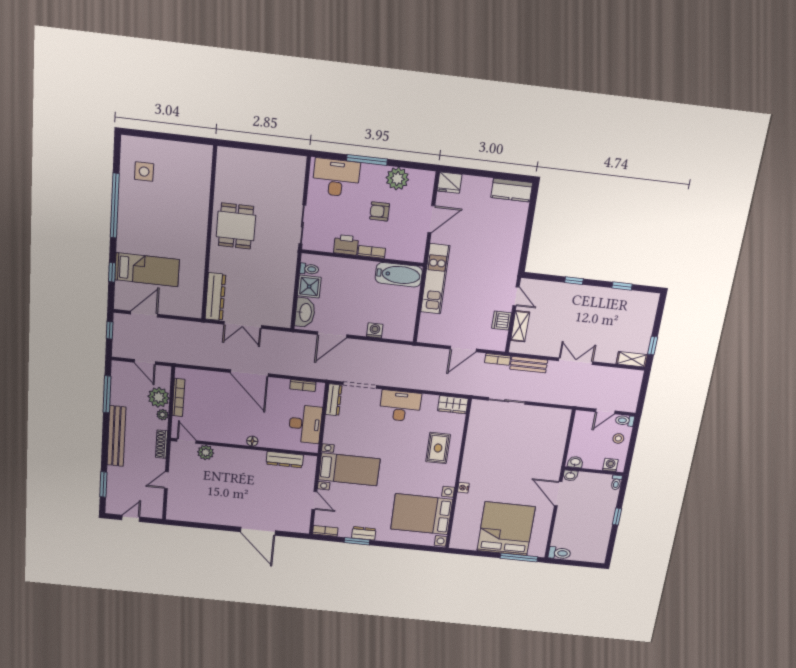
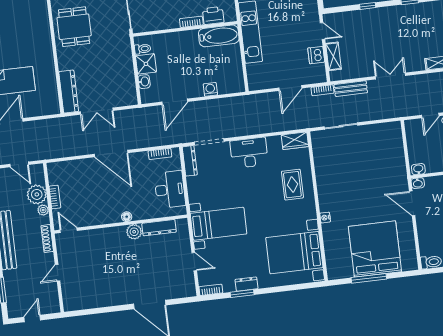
printer: (346, 245) -> (213, 16), moved
washbasin: (305, 312) -> (144, 82), width x0.52, depth x0.69
bookcase: (178, 397) -> (55, 197), width x0.64
plant: (206, 452) -> (134, 232), moved
window: (519, 558) -> (369, 278), moved

